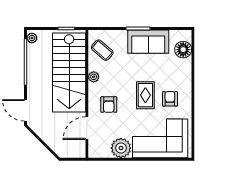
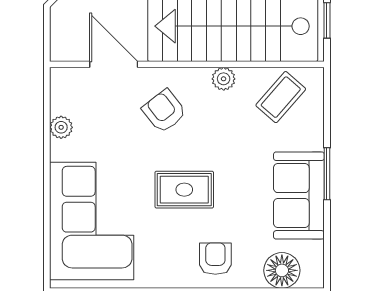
armchair: (170, 99) -> (215, 259), moved, turned -90
armchair: (109, 105) -> (164, 111), turned 52
plant: (121, 148) -> (61, 127), width x0.53, depth x0.53

